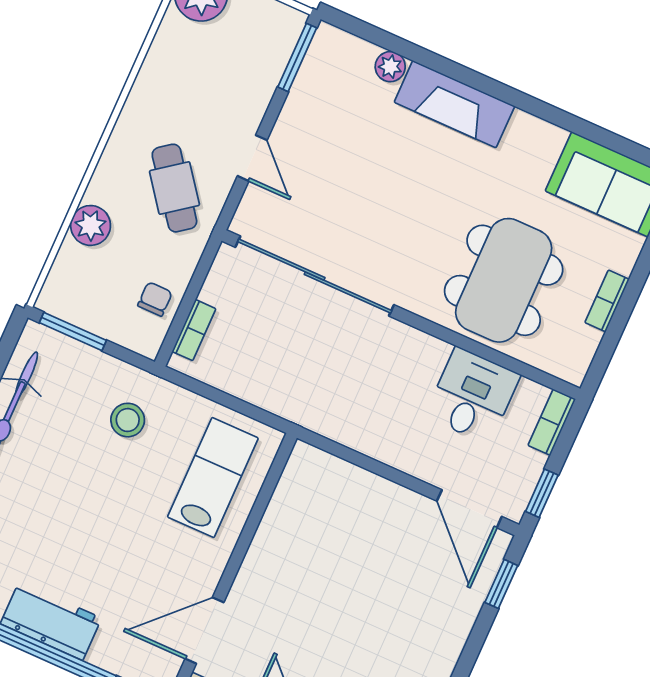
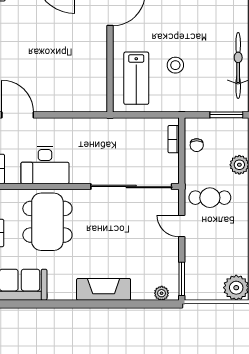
plant: (390, 67) -> (162, 293), moved
cafe table: (174, 188) -> (210, 198), turned -53
desk: (473, 395) -> (45, 165), width x1.37
stool: (128, 420) -> (175, 65), moved

